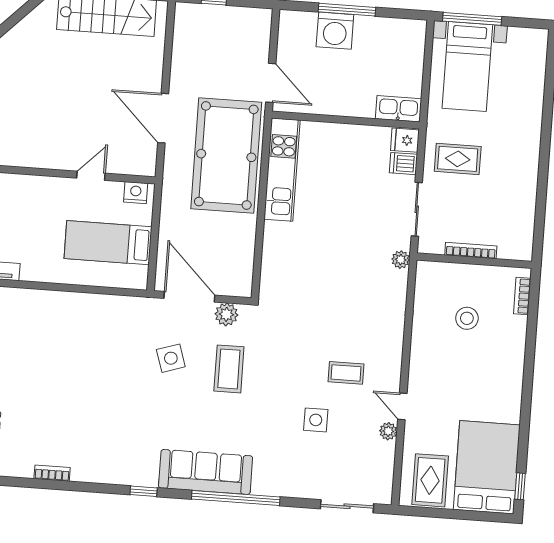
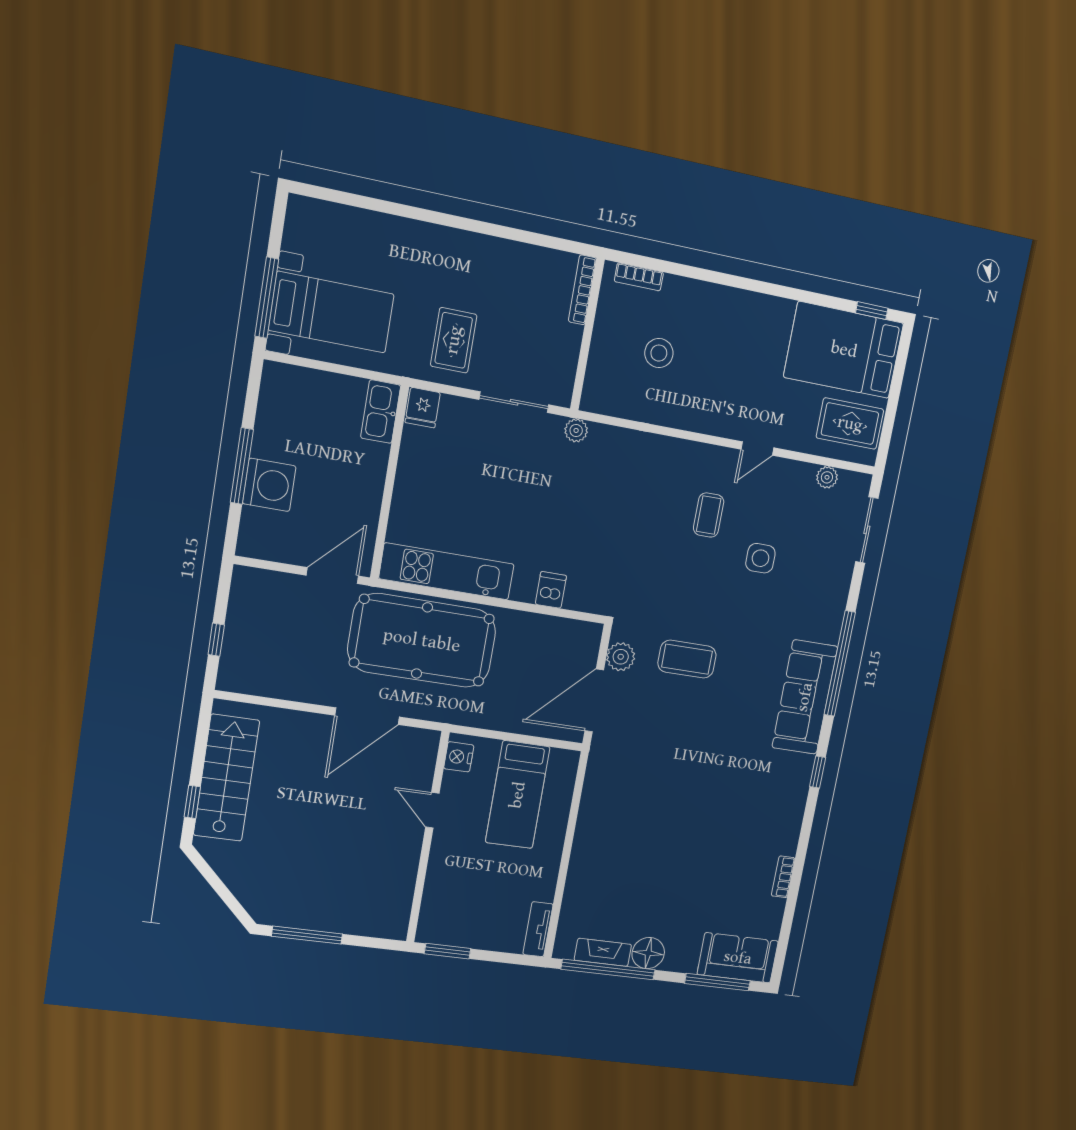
dishwasher: (403, 164) -> (551, 590), moved, turned 180
bookcase: (471, 251) -> (582, 290), moved
side table: (171, 358) -> (666, 729), removed
plant: (388, 431) -> (827, 477), moved

